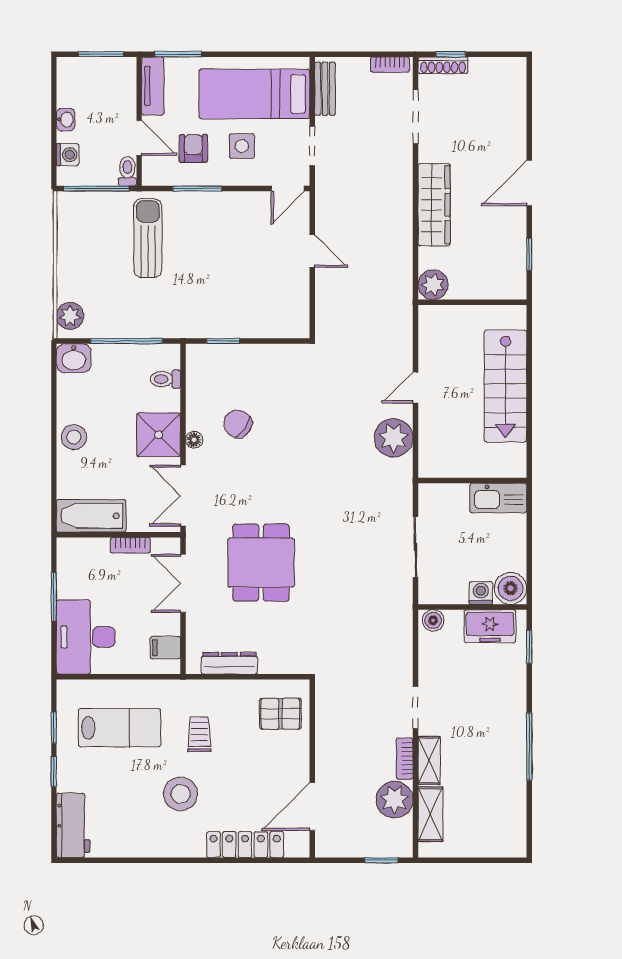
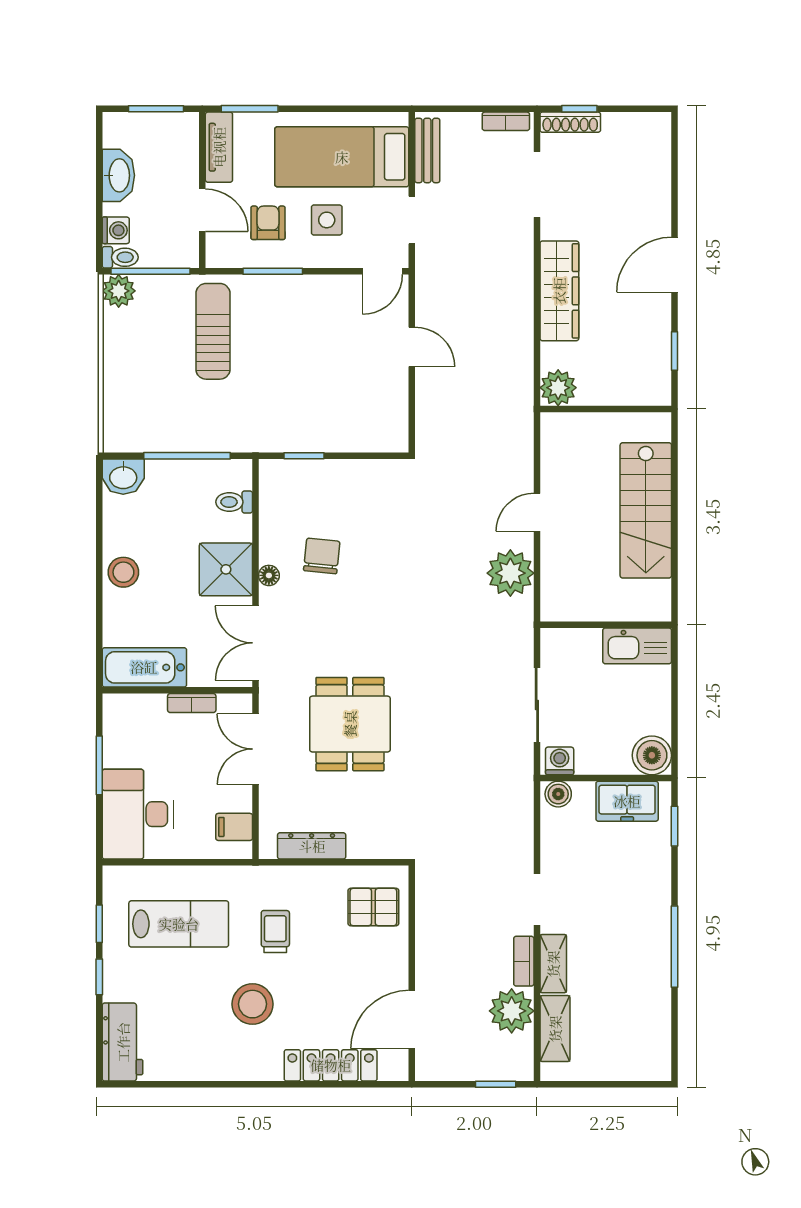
washbasin: (66, 120) -> (118, 175), width x1.91, depth x1.45
toilet: (127, 171) -> (120, 257), moved, turned 90
plant: (70, 316) -> (119, 291), moved
chair: (238, 424) -> (322, 556), turned 61
washing machine: (481, 593) -> (560, 761), moved

